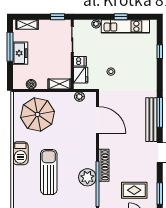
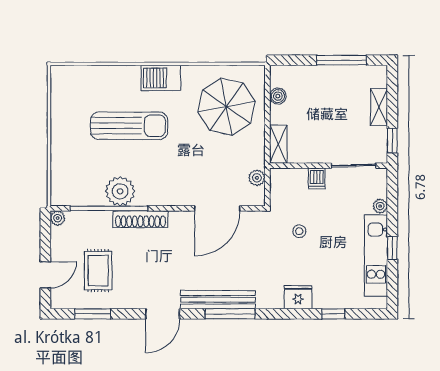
shelving: (27, 25) -> (379, 107), moved
freezer: (20, 53) -> (330, 77), removed
fridge: (81, 75) -> (298, 297), moved, turned 180

